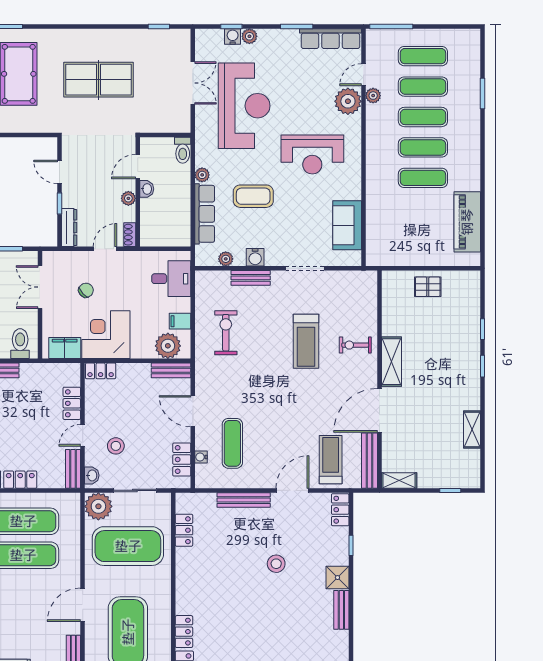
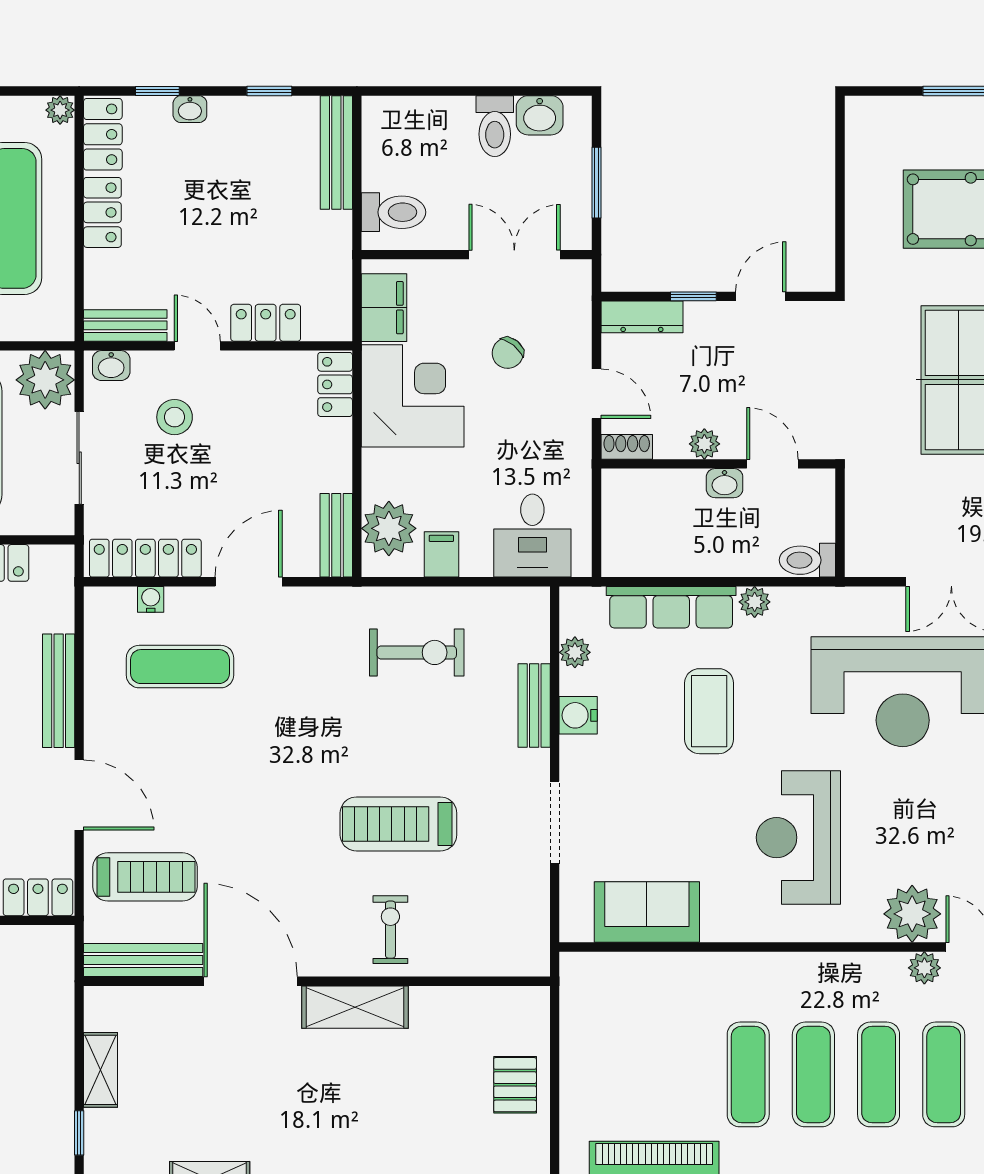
chair: (86, 290) -> (508, 353), turned 82
locker: (182, 460) -> (145, 558), width x1.53
shelving: (399, 480) -> (101, 1070), moved

